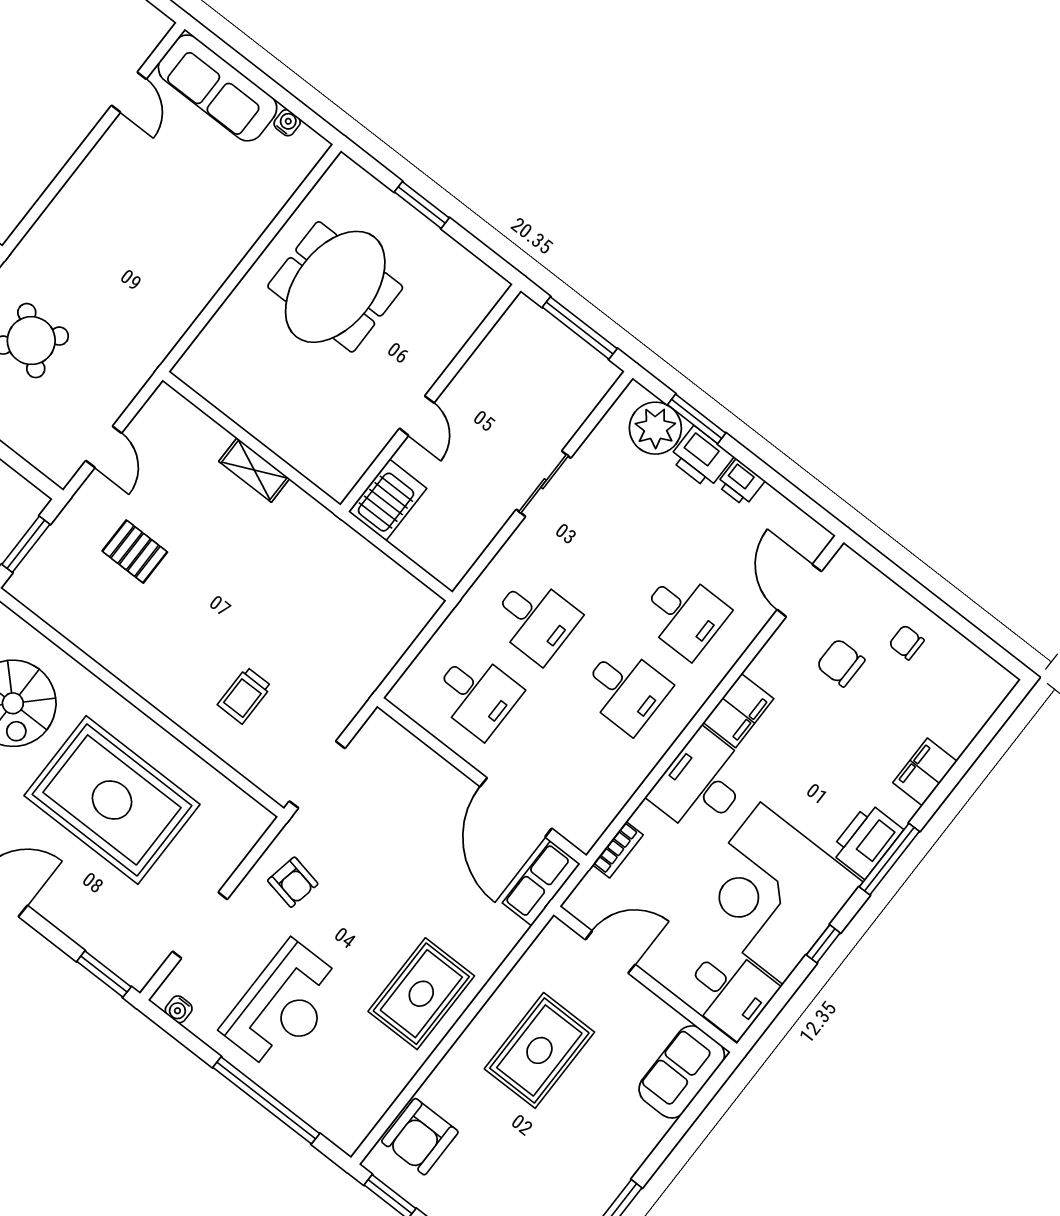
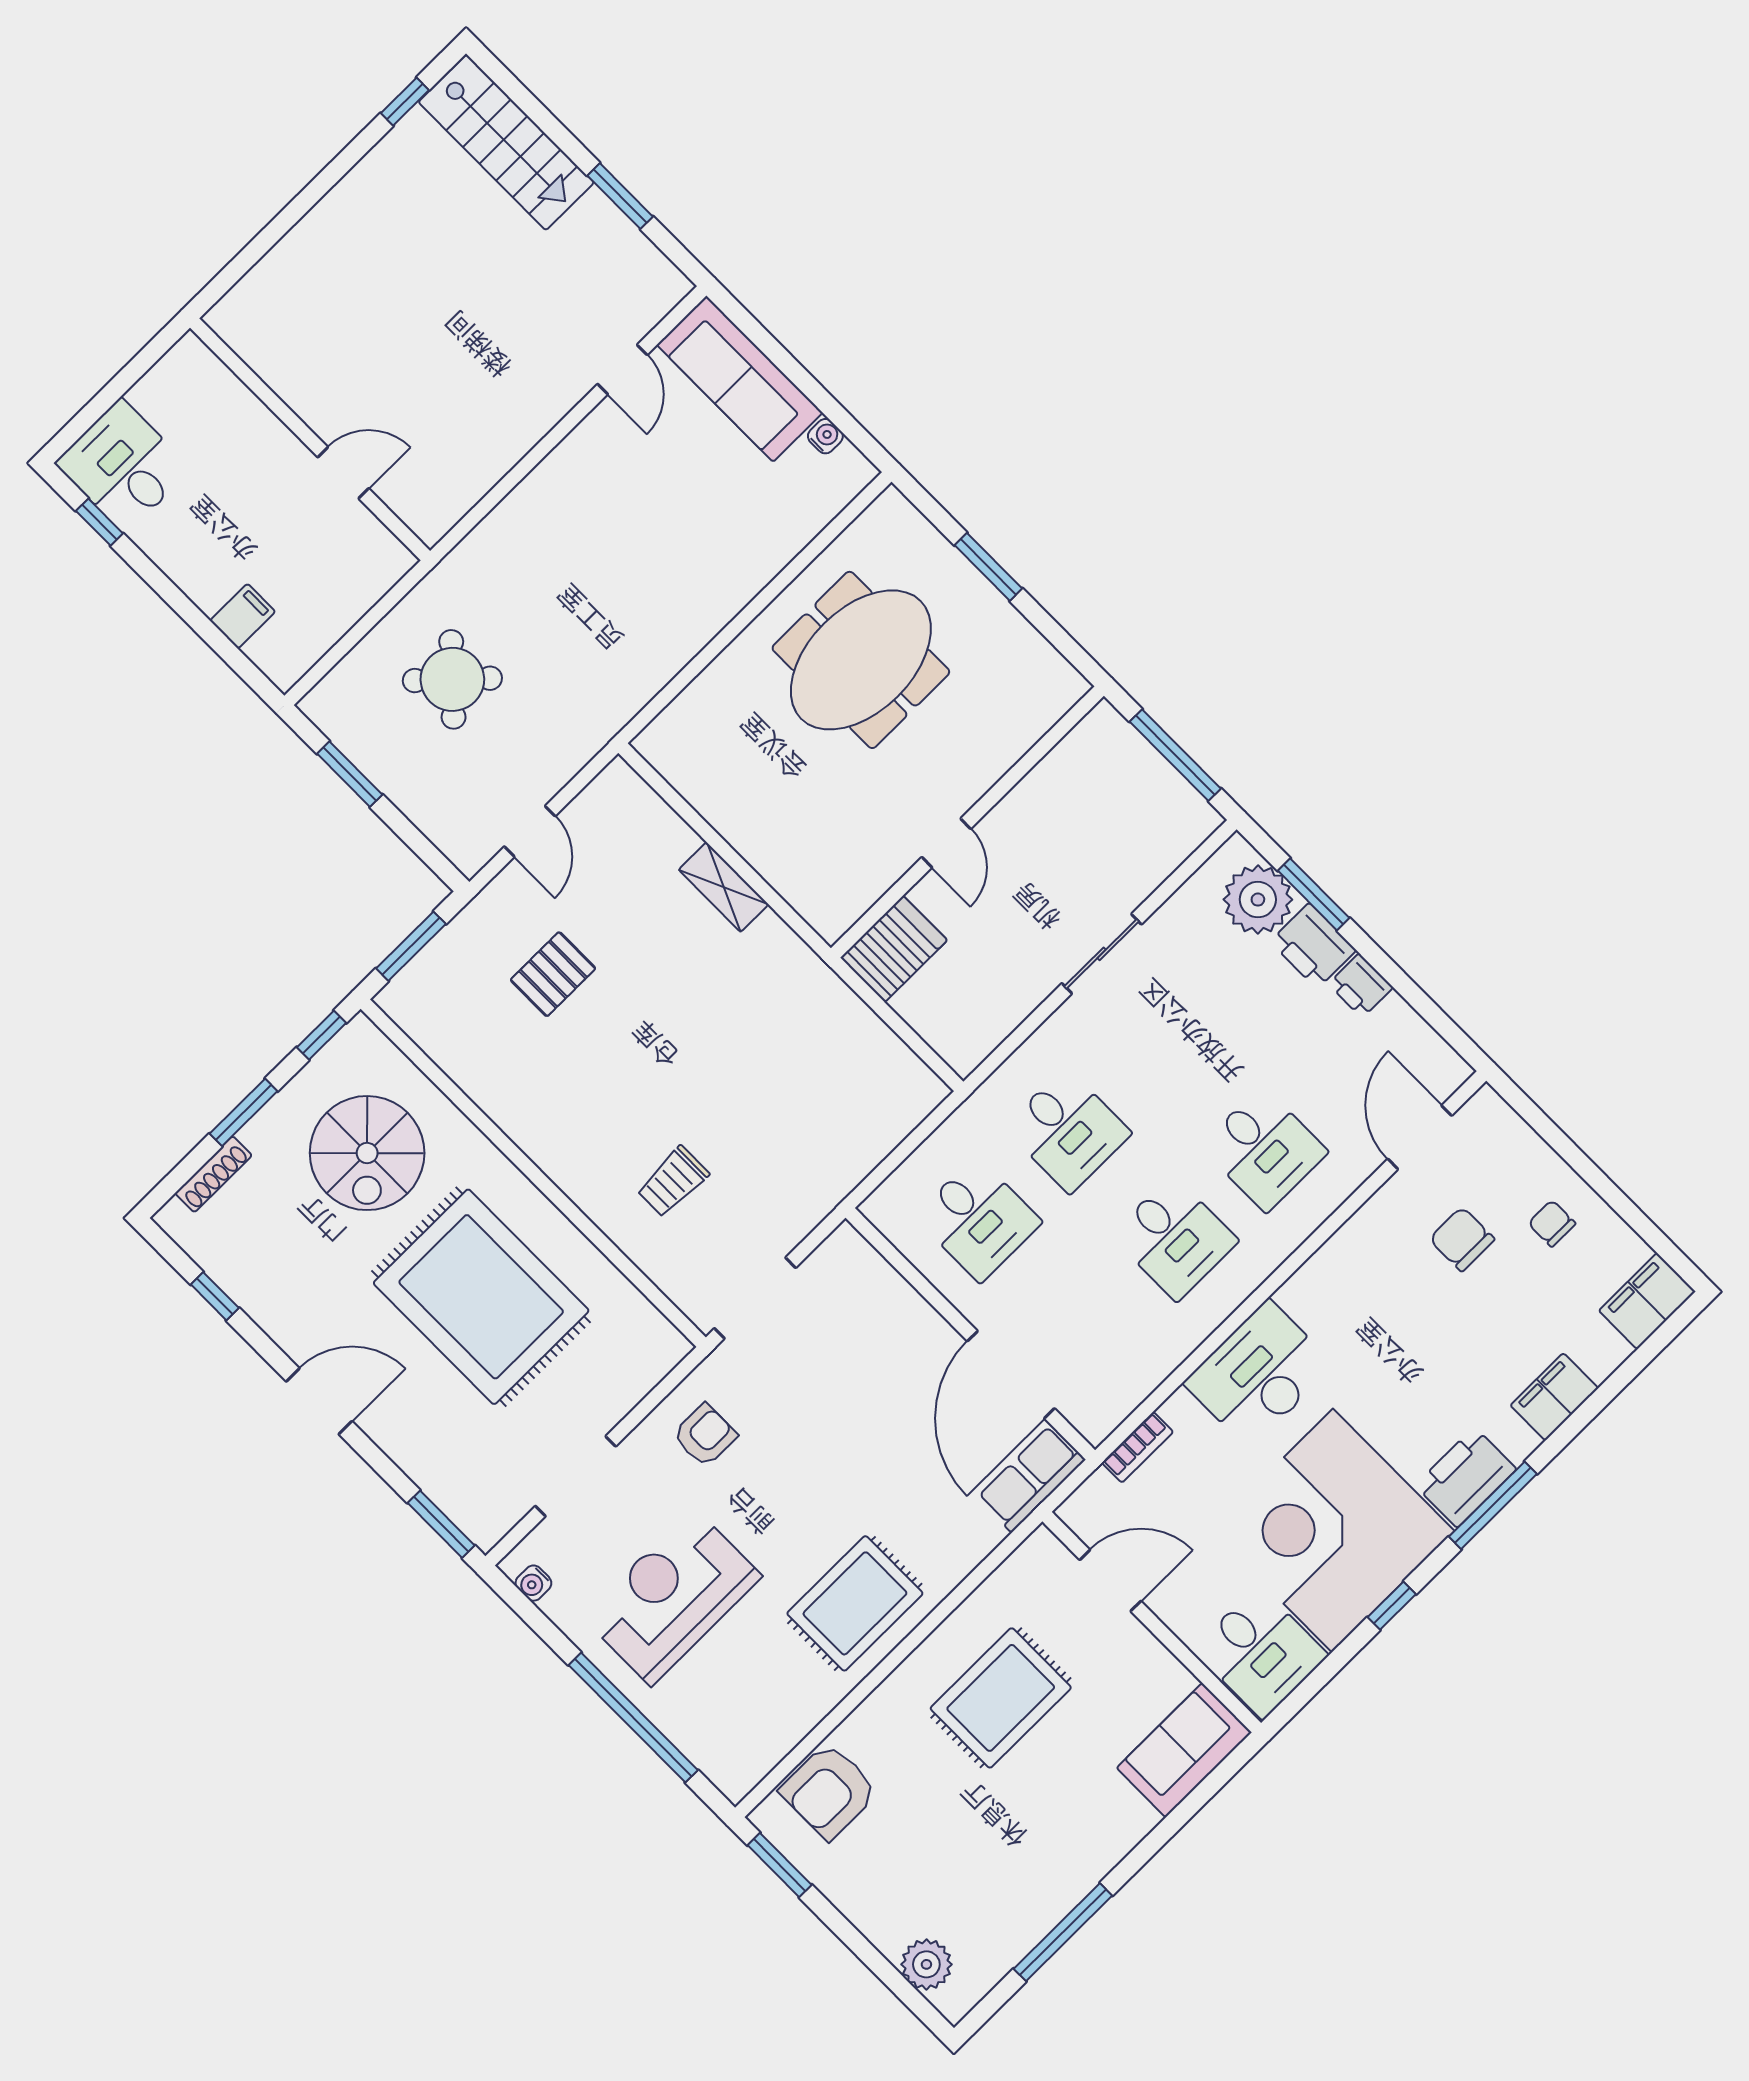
pallet: (135, 552) -> (553, 974), turned 90
filing cabinet: (738, 711) -> (1647, 1301), moved, turned 180
armchair: (293, 882) -> (705, 1435), turned -101
reception desk: (284, 1006) -> (672, 1597), turned 180

